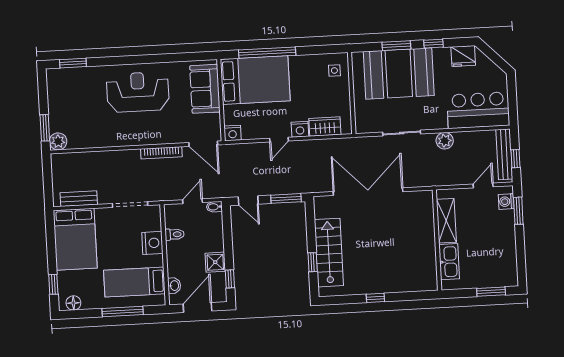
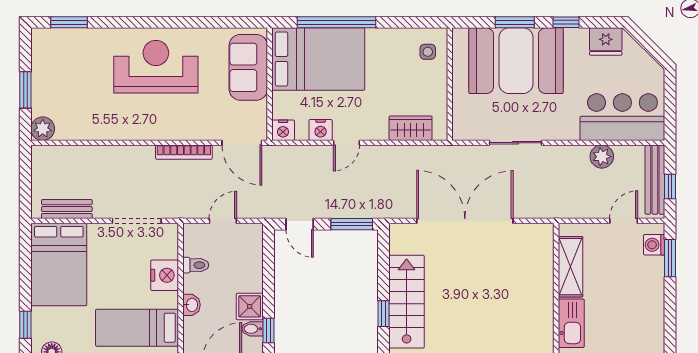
window: (45, 128) -> (25, 90), moved
nightstand: (300, 129) -> (321, 130), moved
plant: (445, 141) -> (602, 157), moved
bidet: (214, 207) -> (252, 329), moved
washbasin: (174, 286) -> (191, 305), moved

